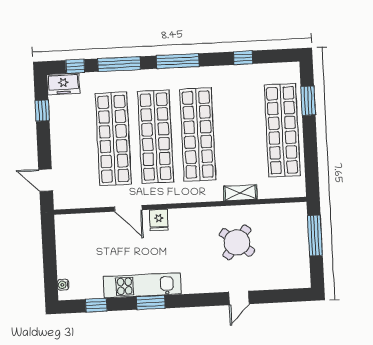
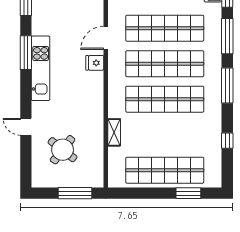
round table: (237, 242) -> (63, 150), moved
kitchen unit: (142, 285) -> (41, 68), moved
window: (151, 302) -> (26, 53), width x1.44

